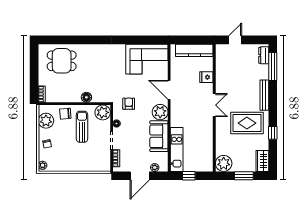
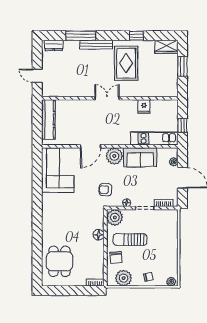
window: (273, 67) -> (81, 36), moved
fridge: (206, 77) -> (144, 107), moved
plant: (224, 163) -> (169, 88), removed

